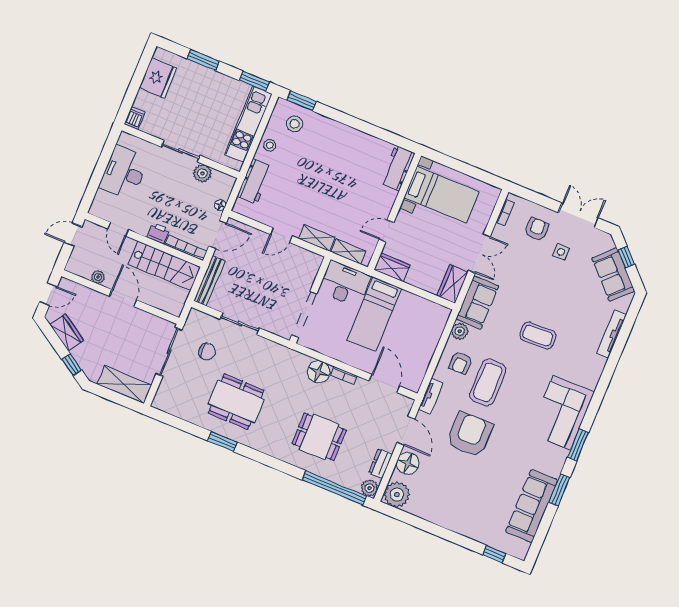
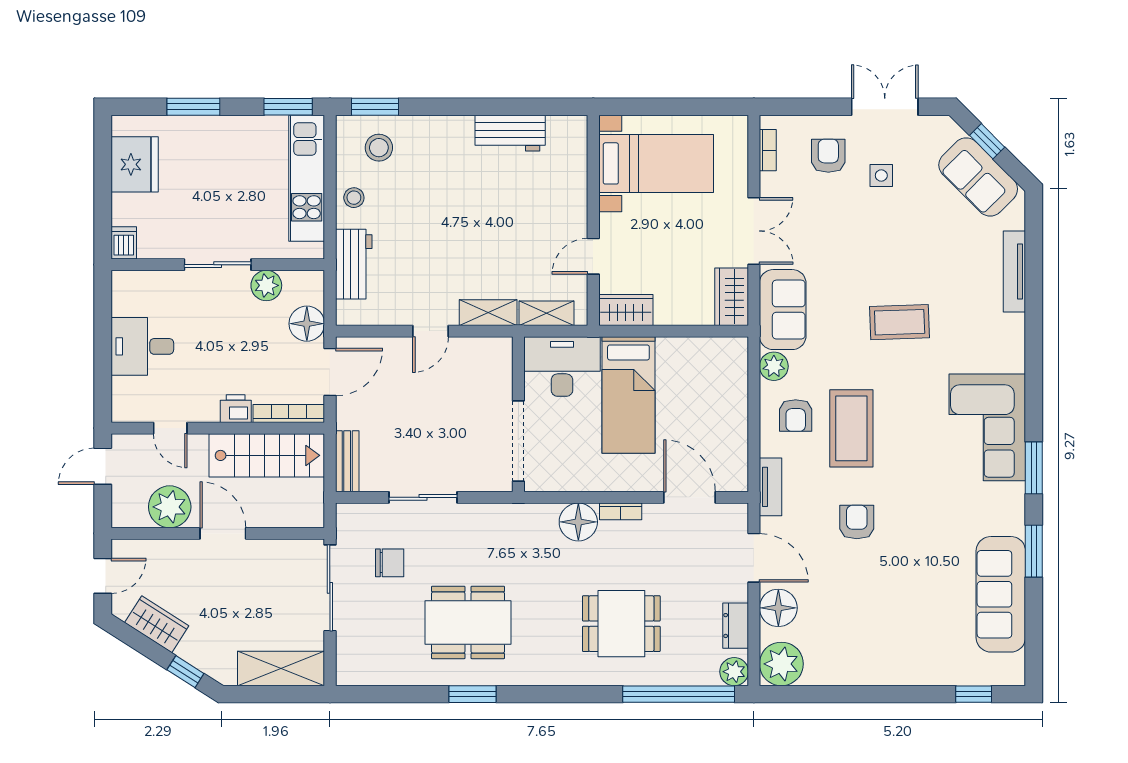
workbench: (397, 168) -> (510, 133), moved, turned -90
desk: (124, 173) -> (142, 346), width x0.73
floor lamp: (220, 205) -> (307, 324), width x1.89, depth x1.89
plant: (98, 277) -> (170, 507), width x1.88, depth x1.88
bench: (209, 281) -> (347, 461), width x0.73
armchair: (470, 434) -> (857, 522), width x0.53, depth x0.53

